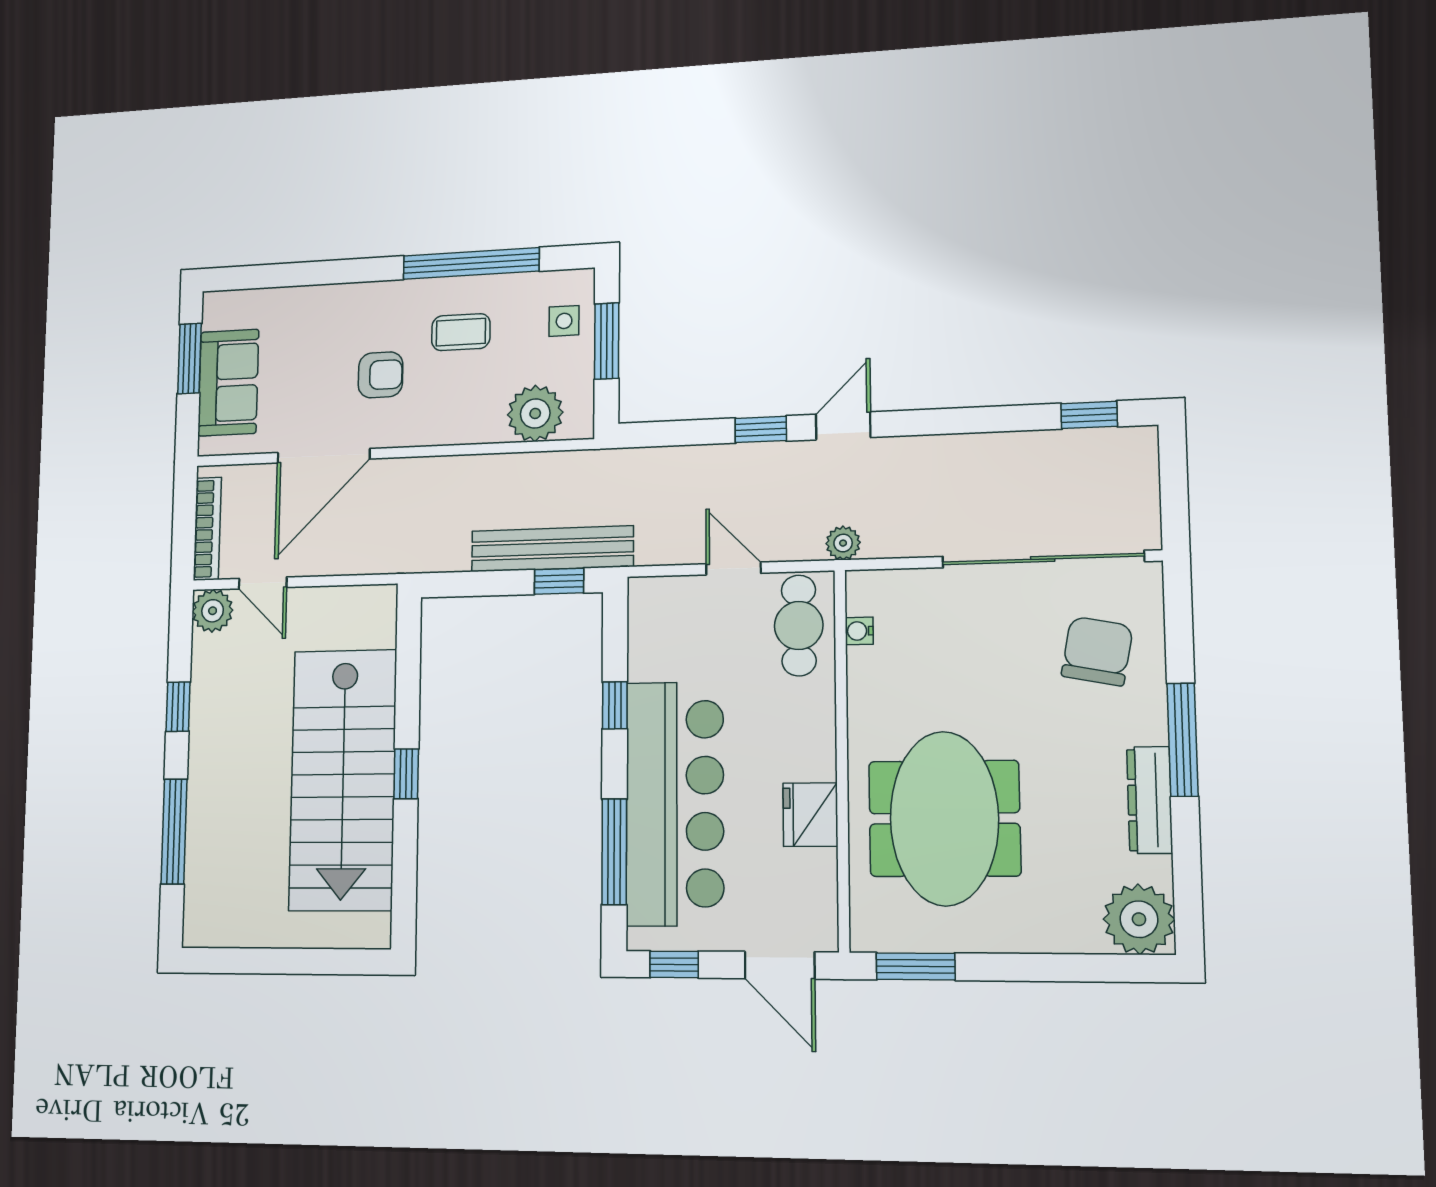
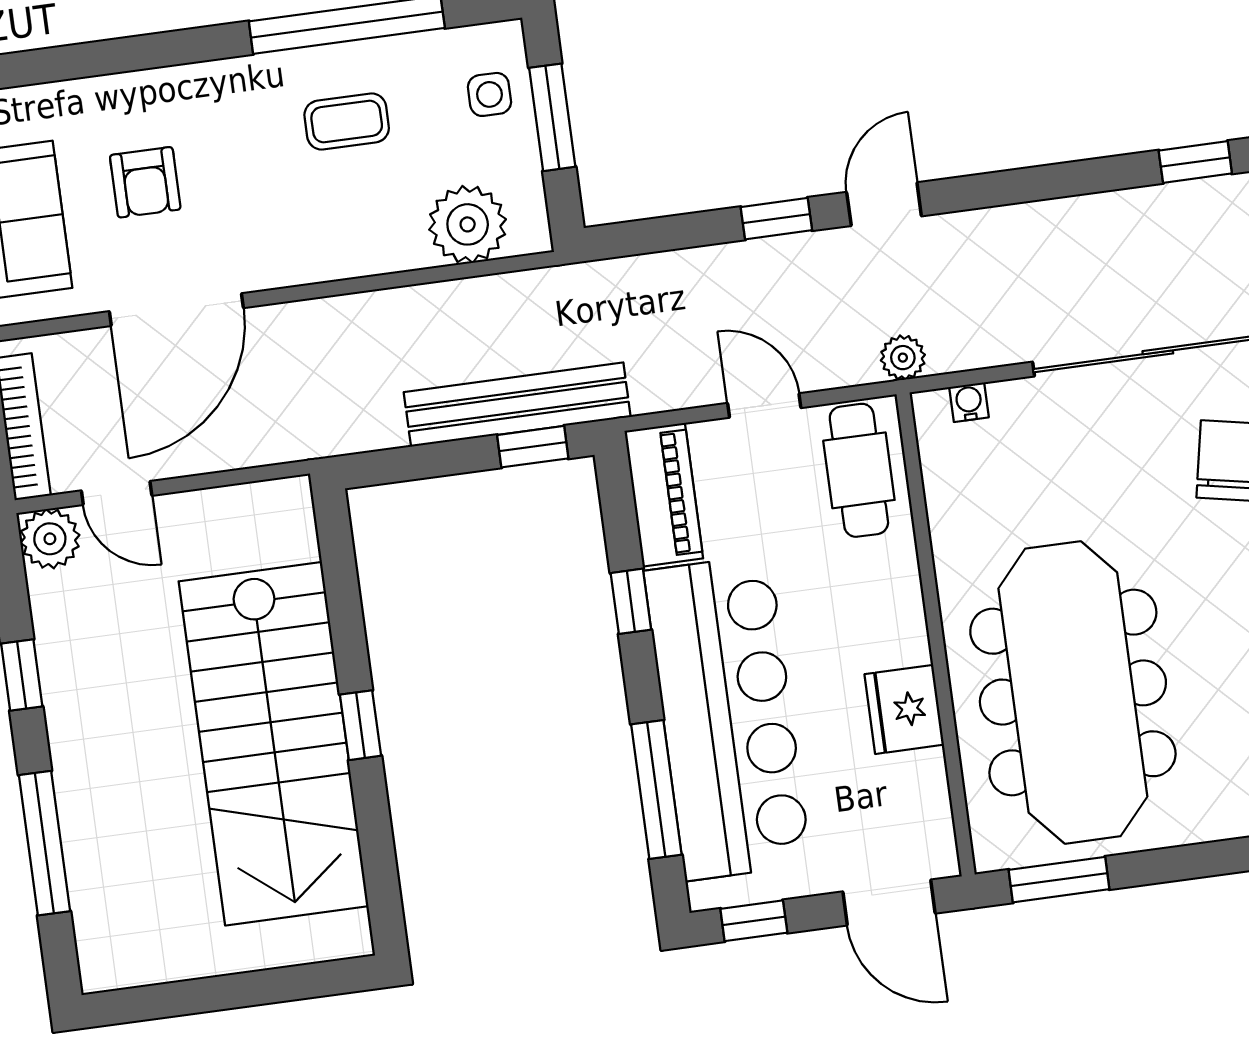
armchair: (381, 375) -> (145, 182), moved, turned 90
piano: (650, 628) -> (664, 495), added
water cooler: (859, 631) -> (969, 402), moved, turned 90
meeting table: (944, 818) -> (1073, 692), width x1.36

